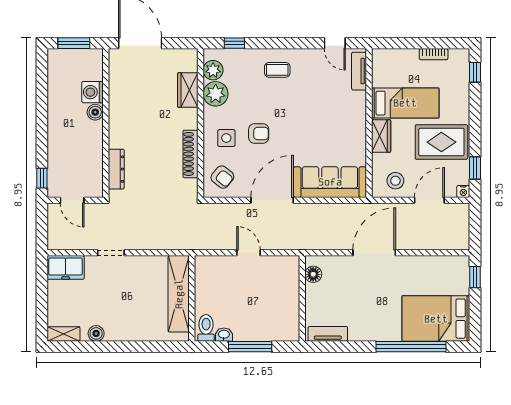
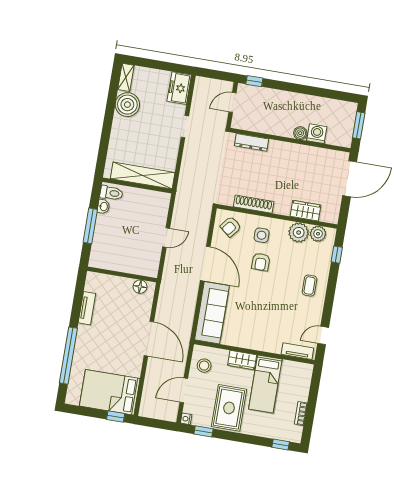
door: (429, 200) -> (184, 390), swing flipped
bed: (436, 319) -> (110, 392), moved, turned -90
boiler: (96, 333) -> (127, 105), width x1.86, depth x1.86
tv unit: (328, 334) -> (87, 308), moved

